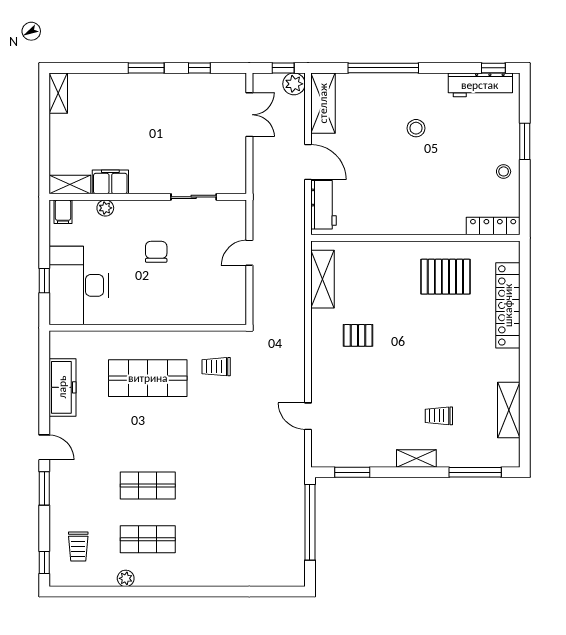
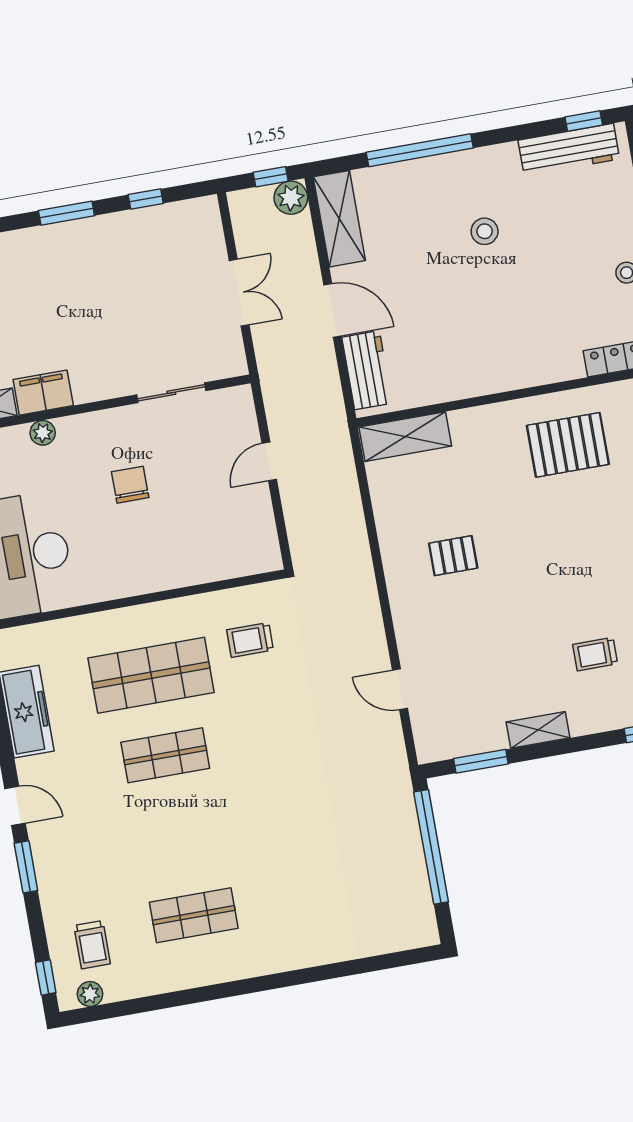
double door: (249, 115) -> (239, 293), moved
shelving: (322, 279) -> (405, 437), moved, turned 90
shelving: (416, 459) -> (538, 730), moved
shop shelf: (148, 486) -> (165, 755), moved
plant: (126, 578) -> (90, 994), moved

